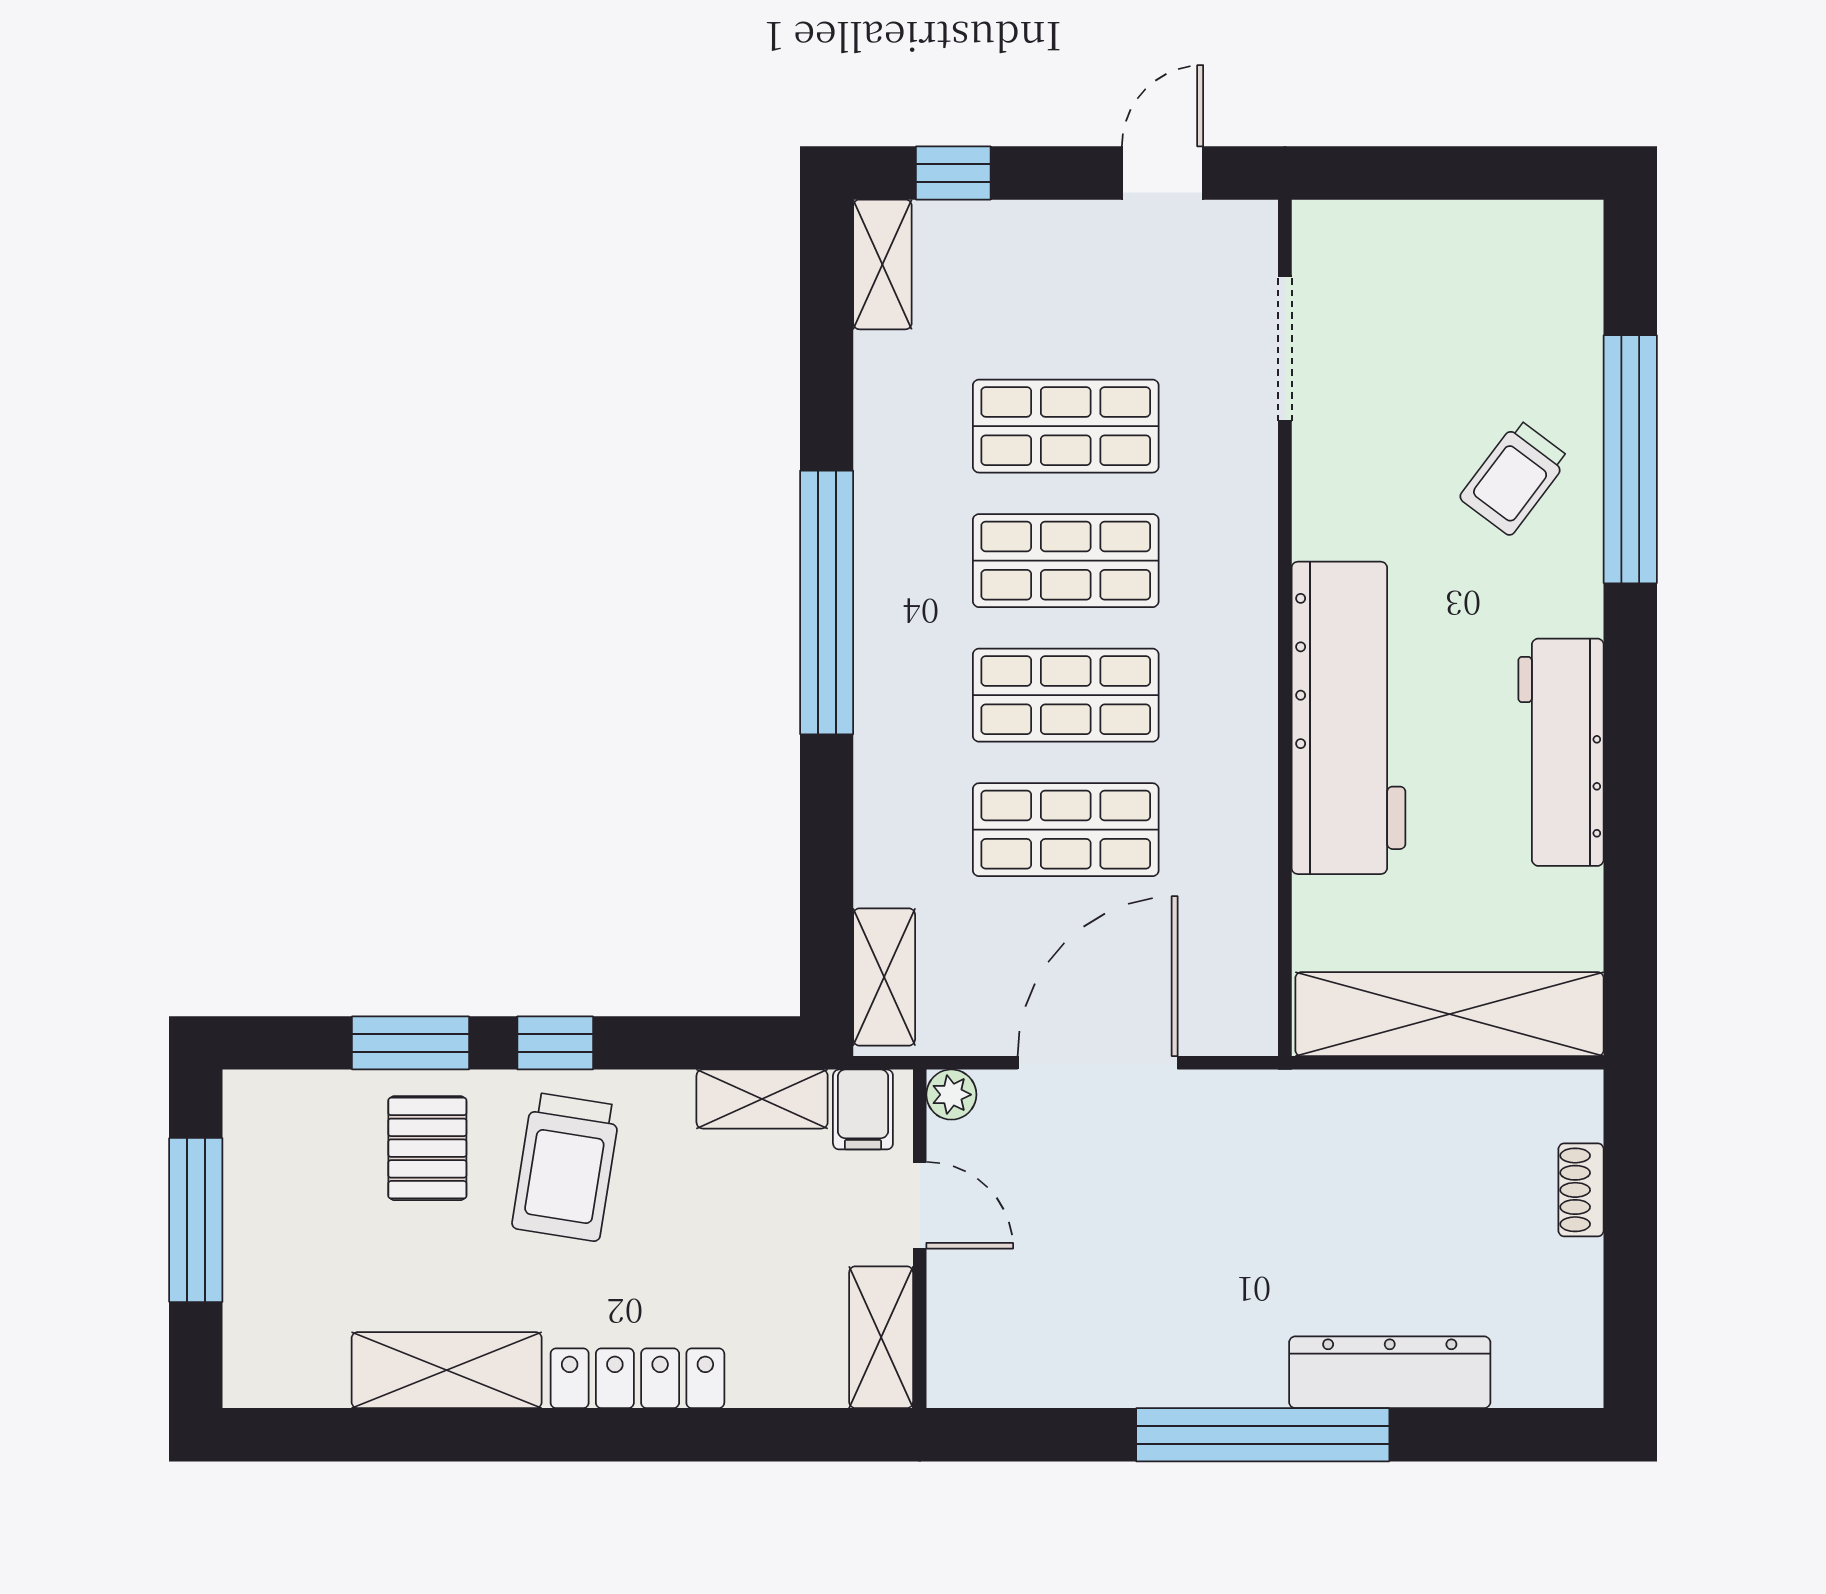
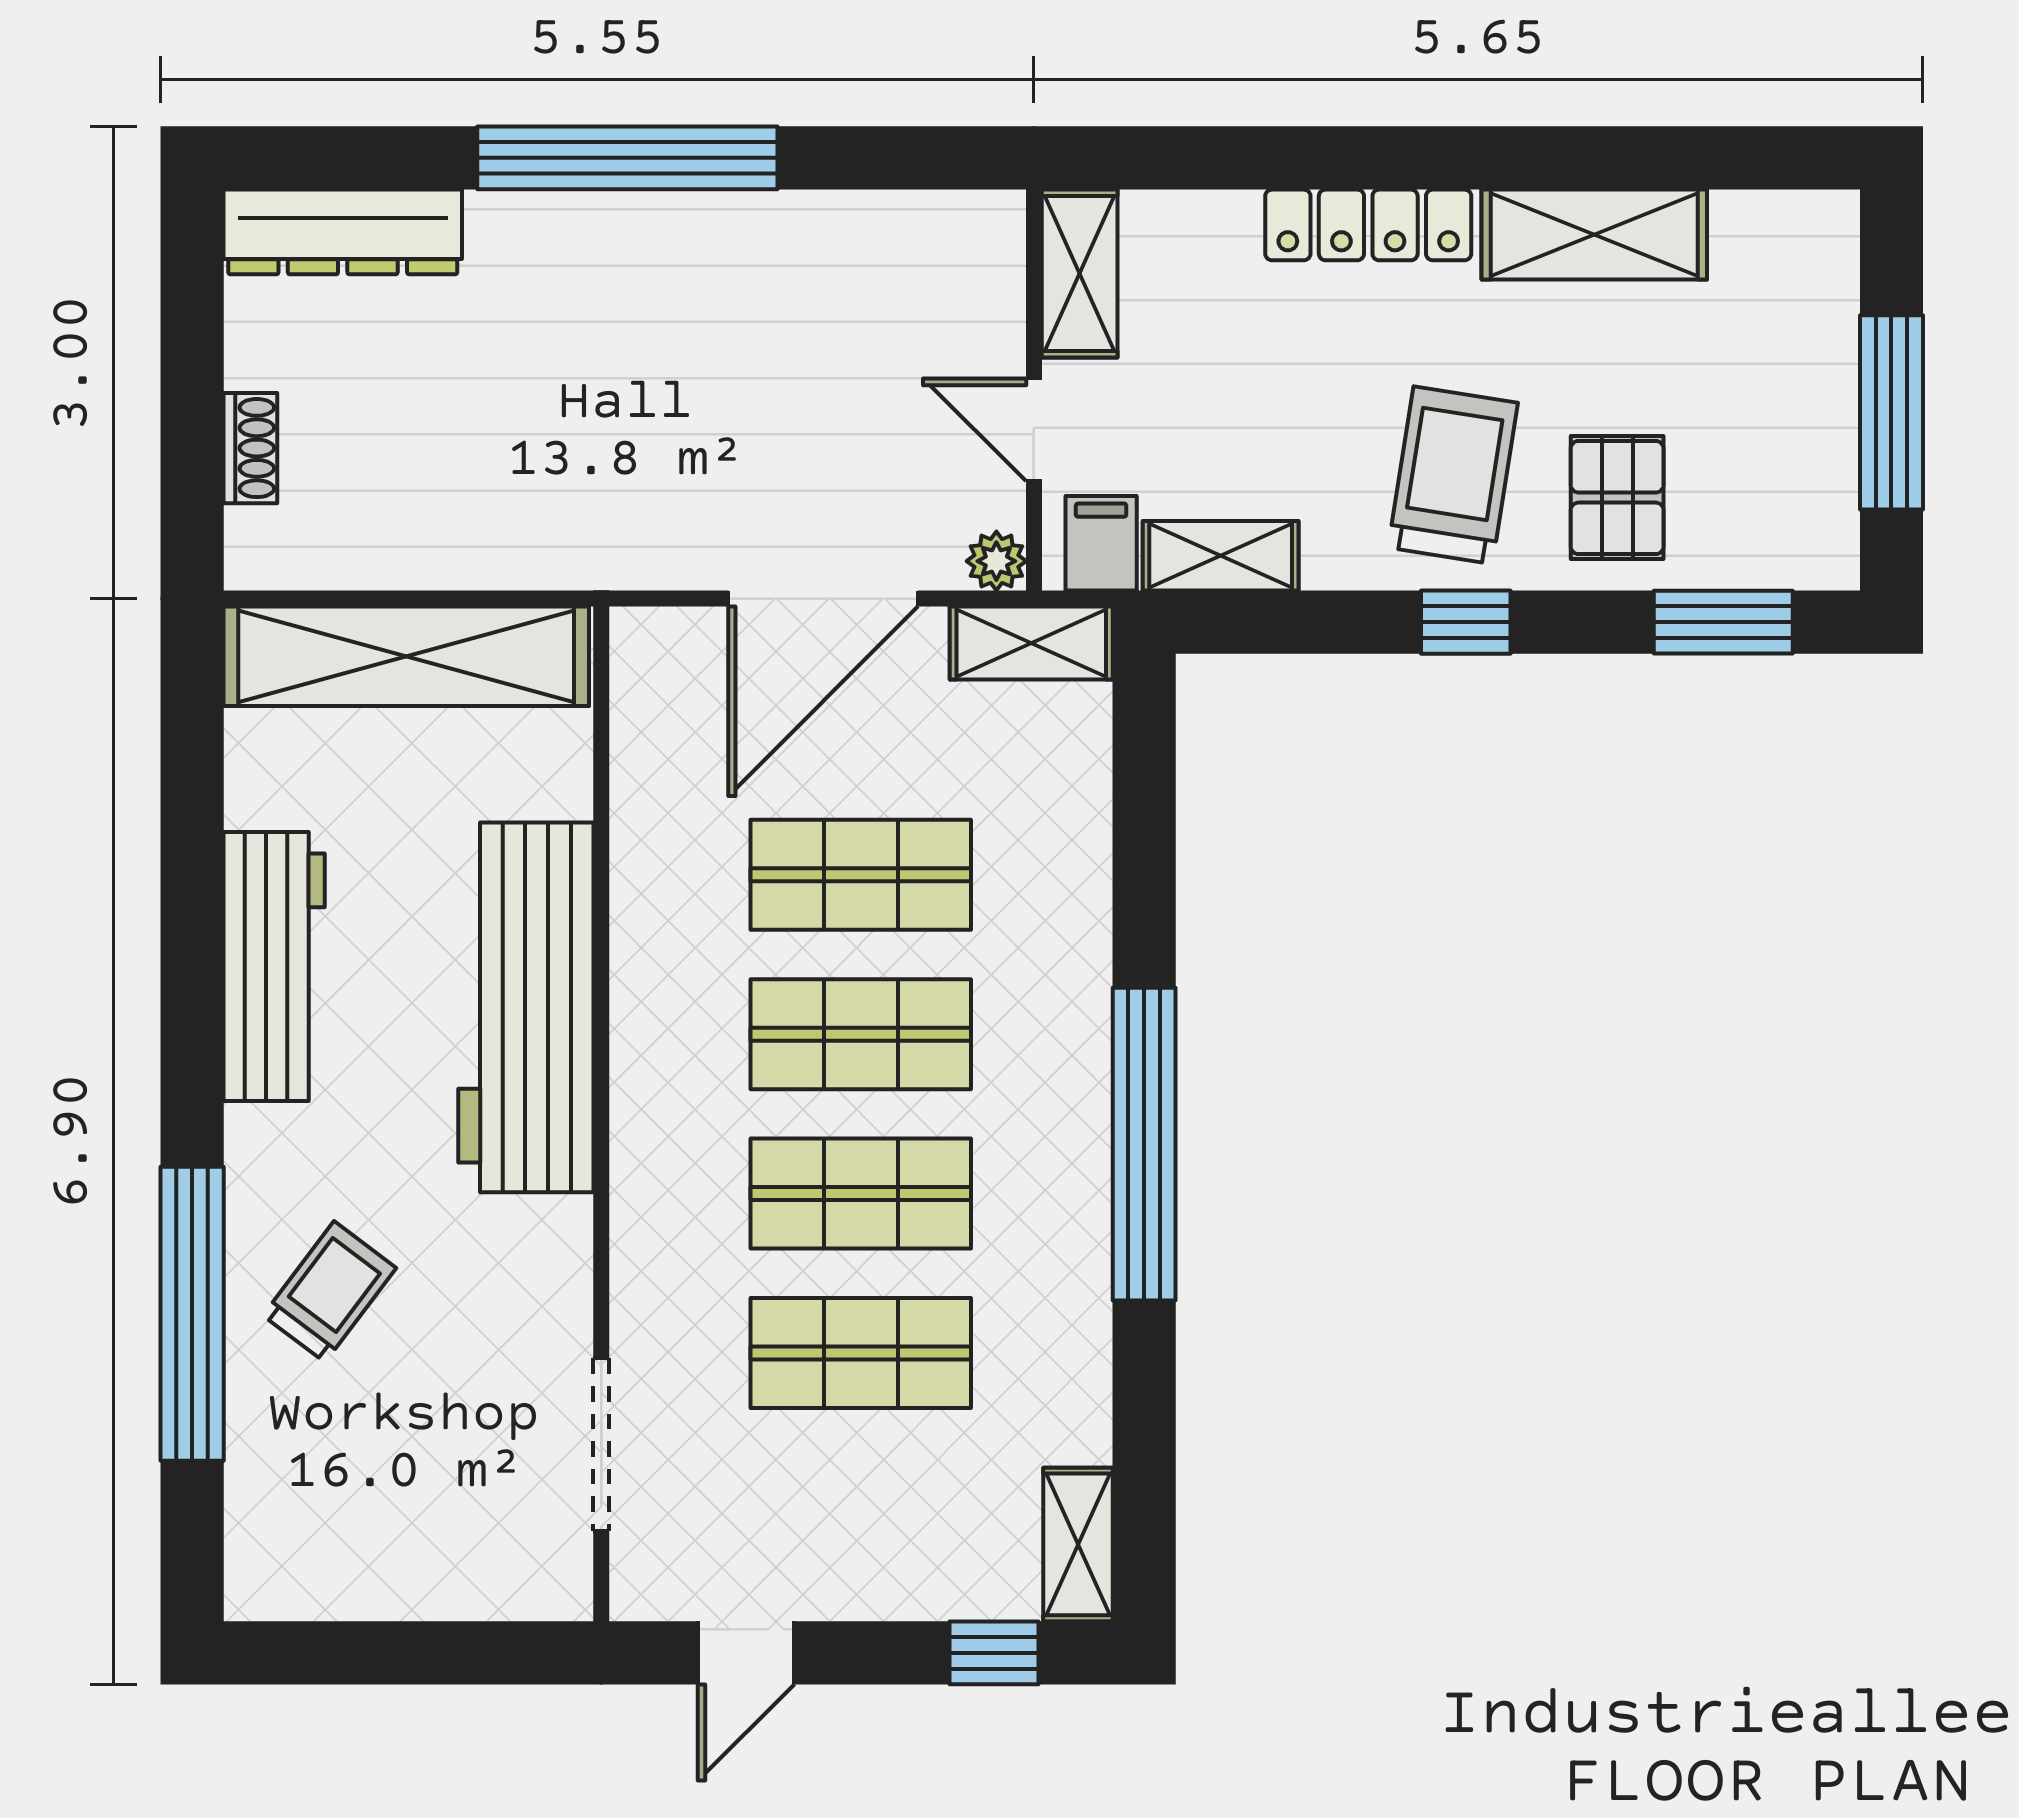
shelving: (884, 977) -> (1031, 643), moved, turned 90
window: (411, 1043) -> (1723, 622), moved
dresser: (1390, 1372) -> (343, 232), moved

